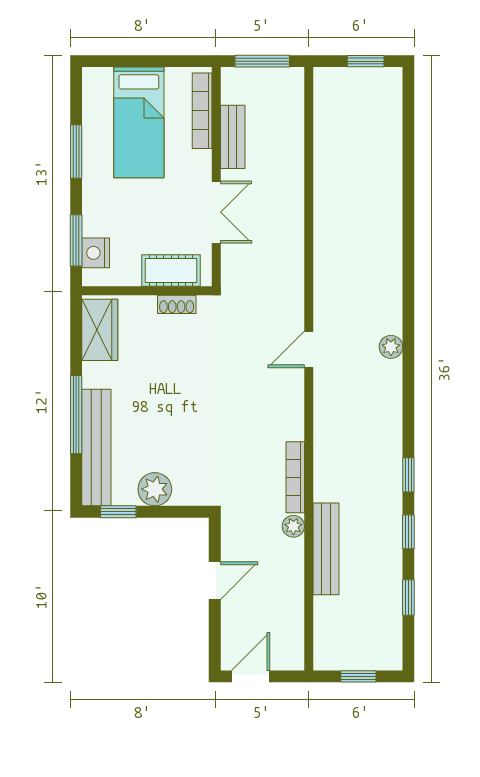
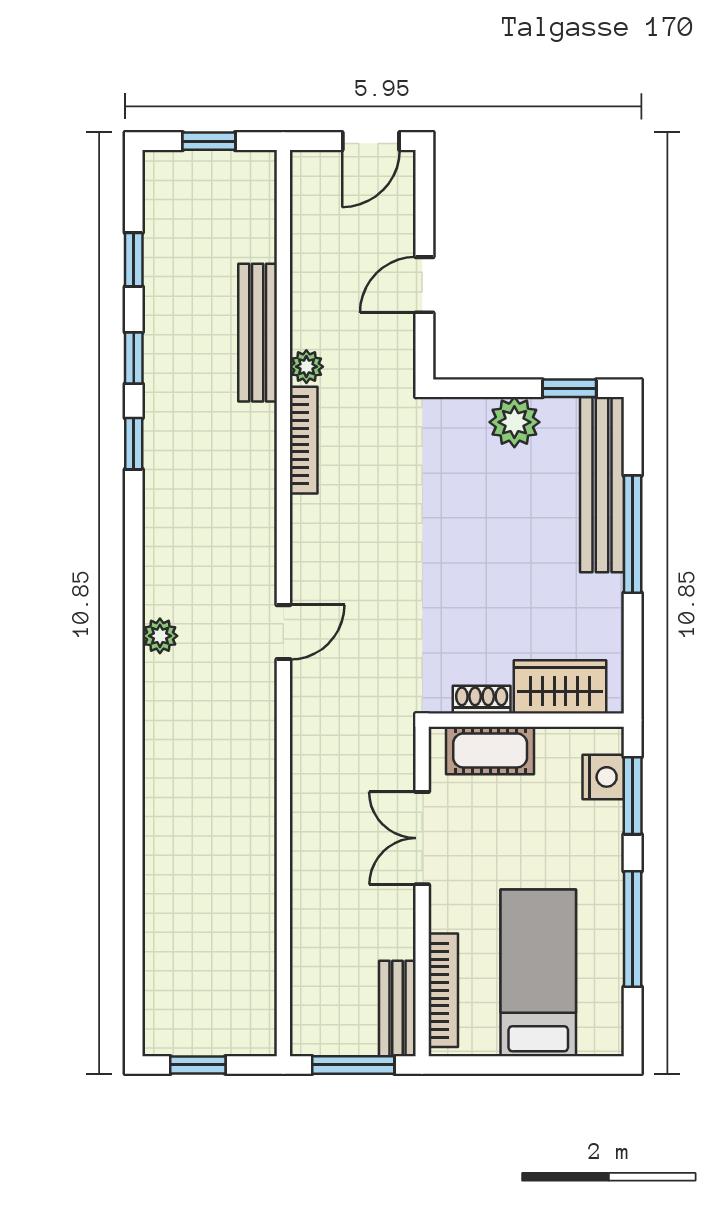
bench: (233, 137) -> (397, 1008), moved
window: (76, 152) -> (633, 929), width x1.44
wardrobe: (100, 330) -> (560, 687), moved, turned 90

